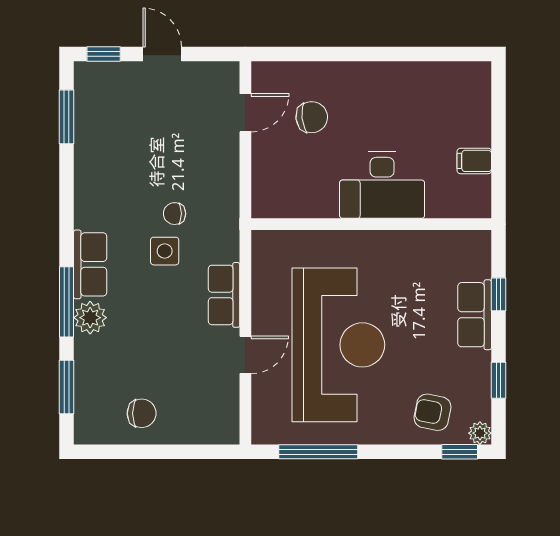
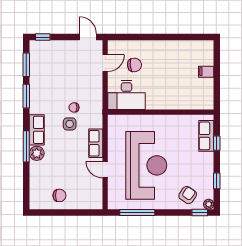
door: (162, 54) -> (88, 37), moved
filing cabinet: (474, 161) -> (206, 72), moved
desk: (382, 185) -> (127, 95), moved
row of seats: (475, 315) -> (206, 136), moved
door: (245, 355) -> (105, 170), swing flipped
window: (67, 387) -> (26, 96), moved
armchair: (432, 412) -> (188, 195), turned 114

